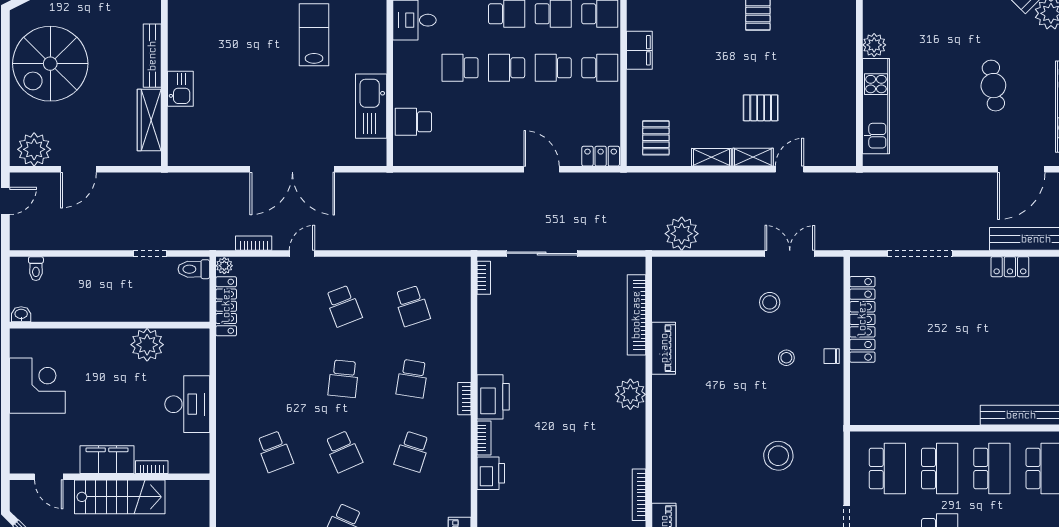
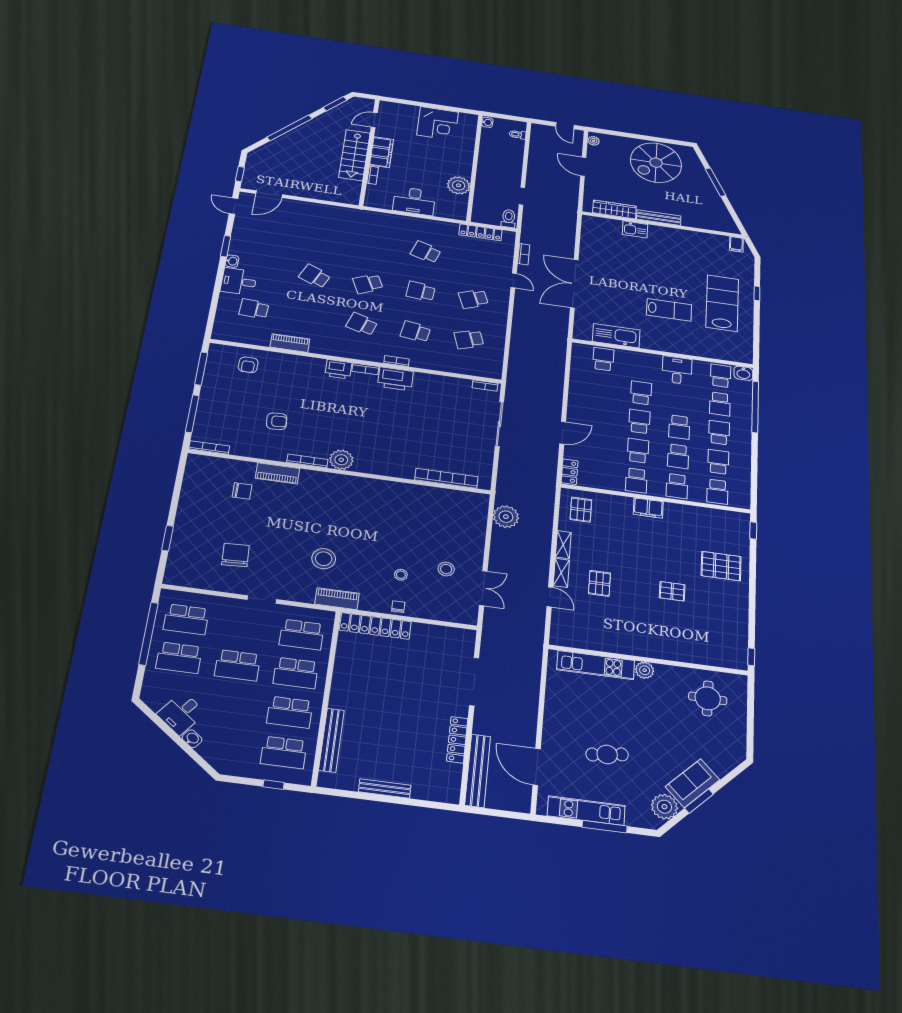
spiral stairs: (50, 64) -> (656, 163), turned -90
pallet: (656, 138) -> (581, 510), turned 90
plant: (34, 149) -> (594, 141), width x0.53, depth x0.53
plant: (224, 266) -> (509, 236), removed
locker: (1010, 267) -> (457, 740), width x1.53
locker: (862, 319) -> (375, 626), moved
piano: (664, 348) -> (337, 599), moved, turned 180
plant: (630, 394) -> (341, 460), moved
school desk: (275, 451) -> (426, 252), moved, turned 39

